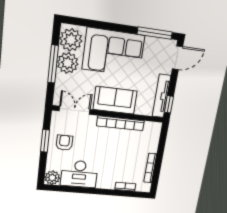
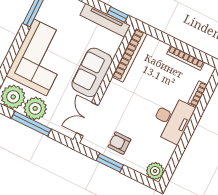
bookcase: (120, 123) -> (130, 55), moved
desk: (79, 174) -> (172, 119), moved

